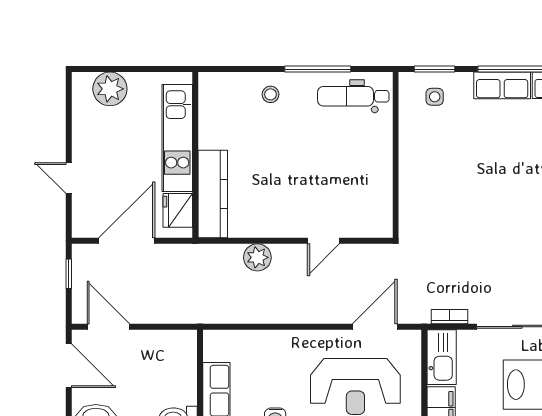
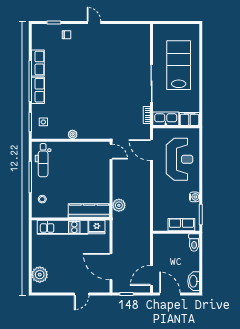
kitchen unit: (177, 138) -> (63, 227), moved
wall: (195, 155) -> (71, 219), moved
plant: (408, 159) -> (73, 134), added
kitchen counter: (213, 194) -> (89, 211), moved
fridge: (178, 210) -> (97, 227), moved
door: (323, 241) -> (111, 152), moved
door: (69, 366) -> (170, 294), hinge flipped

